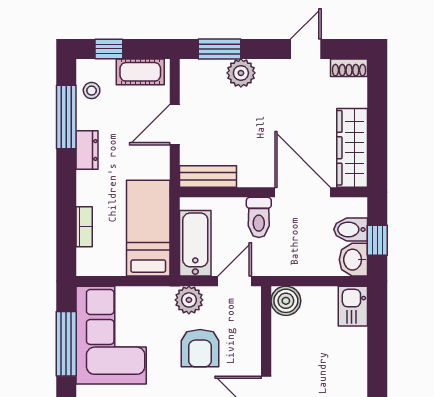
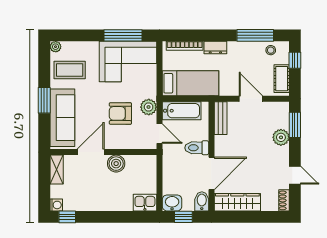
dresser: (87, 150) -> (215, 47), moved
bookcase: (84, 227) -> (185, 46), width x1.56
bidet: (351, 229) -> (202, 201), moved
boiler: (286, 301) -> (116, 164), moved

